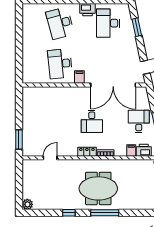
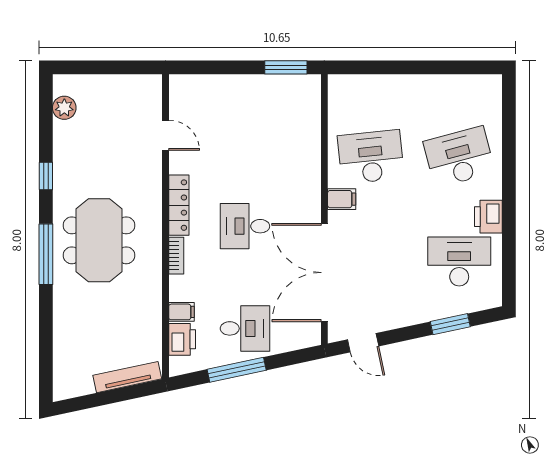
window: (19, 140) -> (286, 67), moved
locker: (87, 152) -> (179, 205), width x1.53
plant: (27, 204) -> (64, 108), moved

